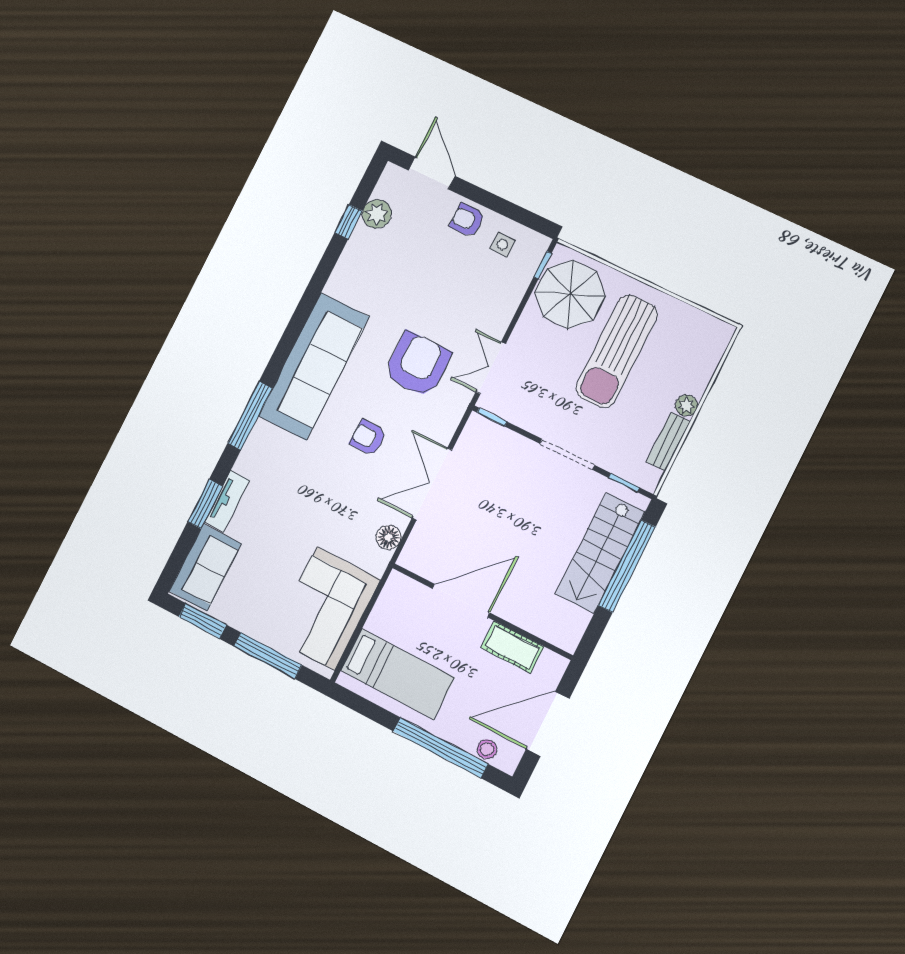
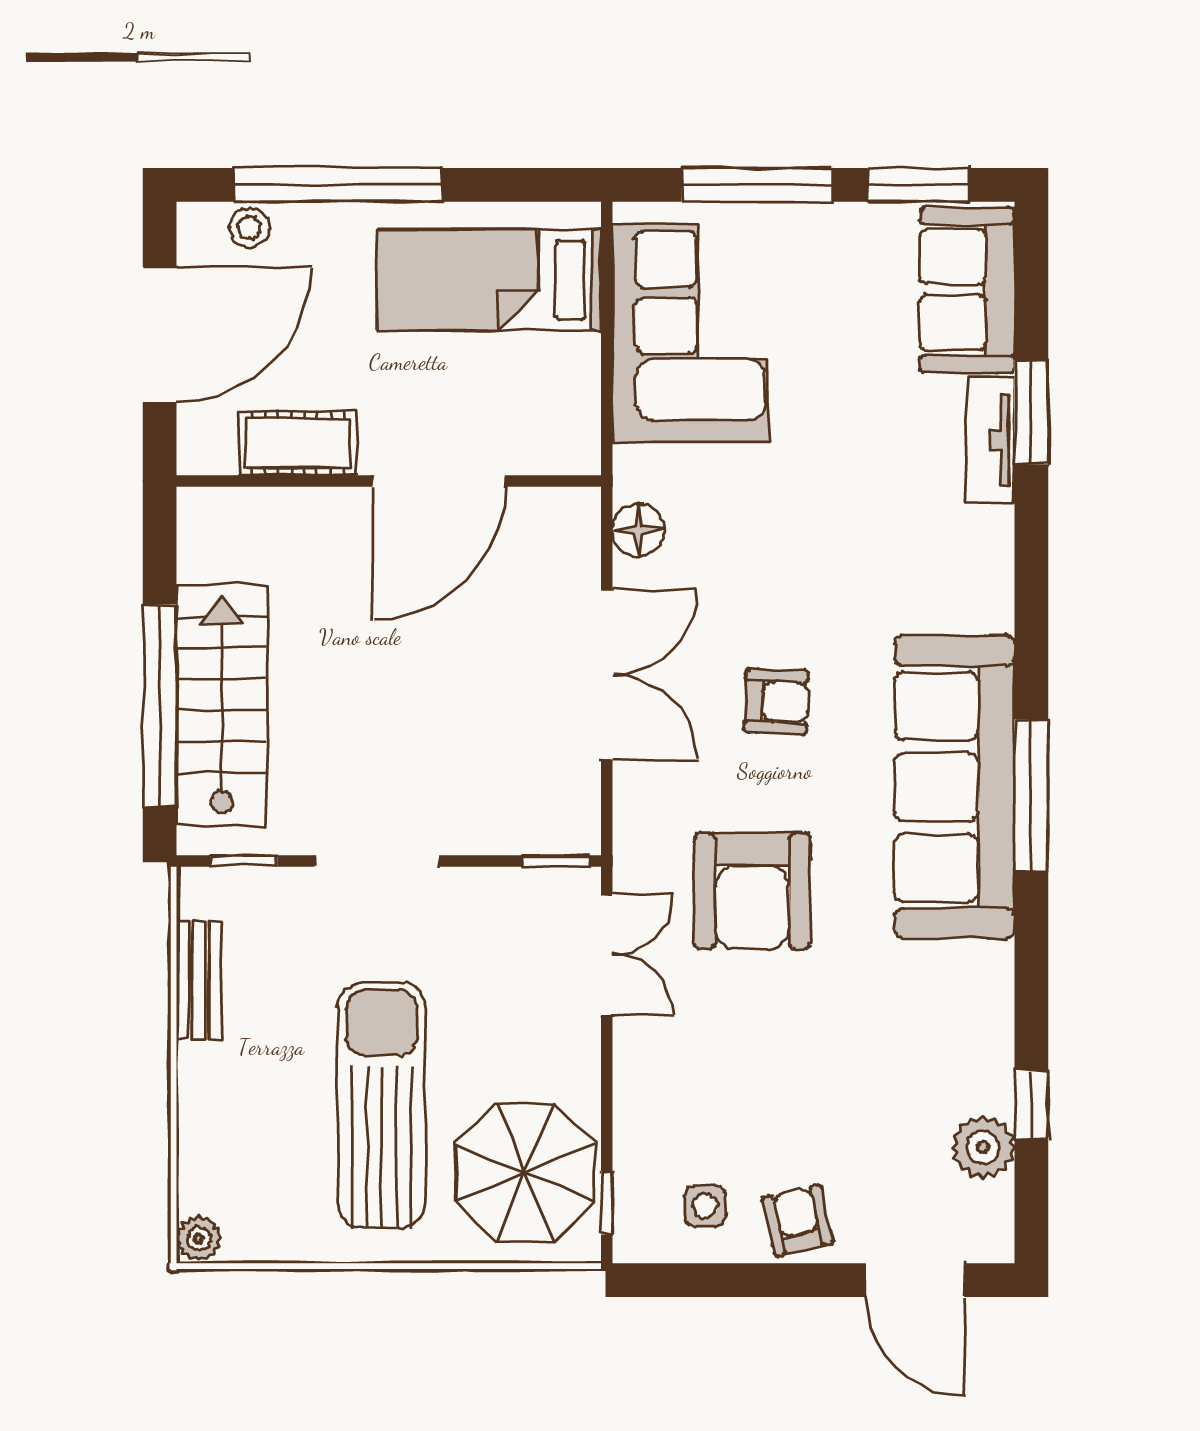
armchair: (467, 220) -> (798, 1221), turned -103
plant: (686, 406) -> (199, 1238), moved
window: (250, 416) -> (1031, 795), moved

